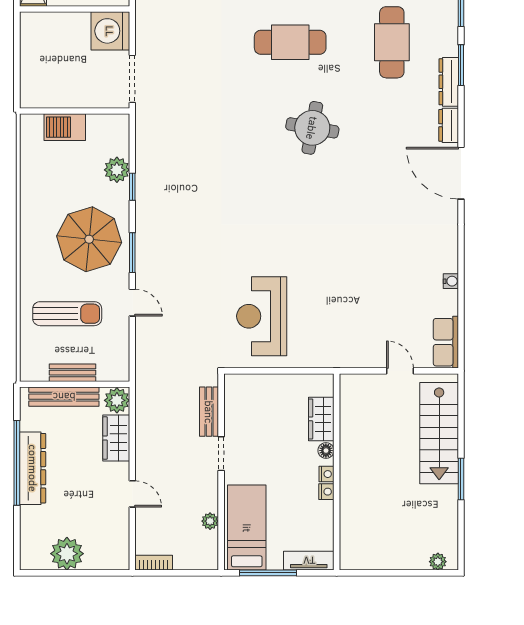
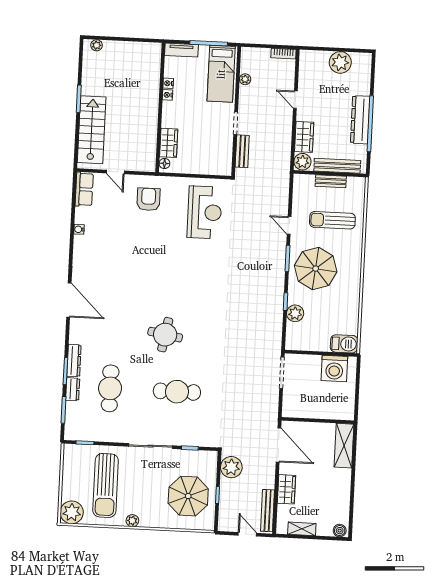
washing machine: (110, 31) -> (334, 368), moved, turned 90
dresser: (449, 125) -> (73, 389), moved
barbecue: (65, 127) -> (344, 344), moved
armchair: (348, 332) -> (148, 199), added
floor lamp: (326, 451) -> (165, 163), moved
nightstand: (326, 474) -> (168, 83), moved

